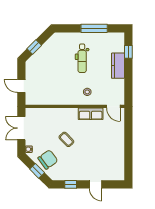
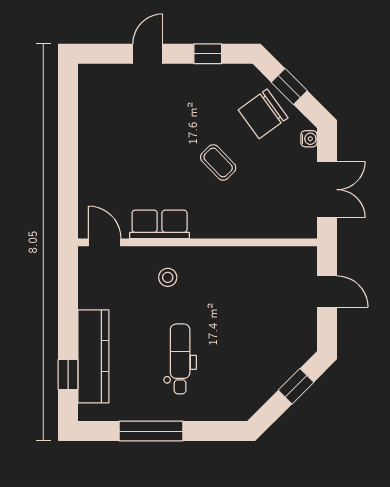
kitchen counter: (118, 66) -> (93, 356), width x1.50
door: (95, 184) -> (148, 54), hinge flipped

